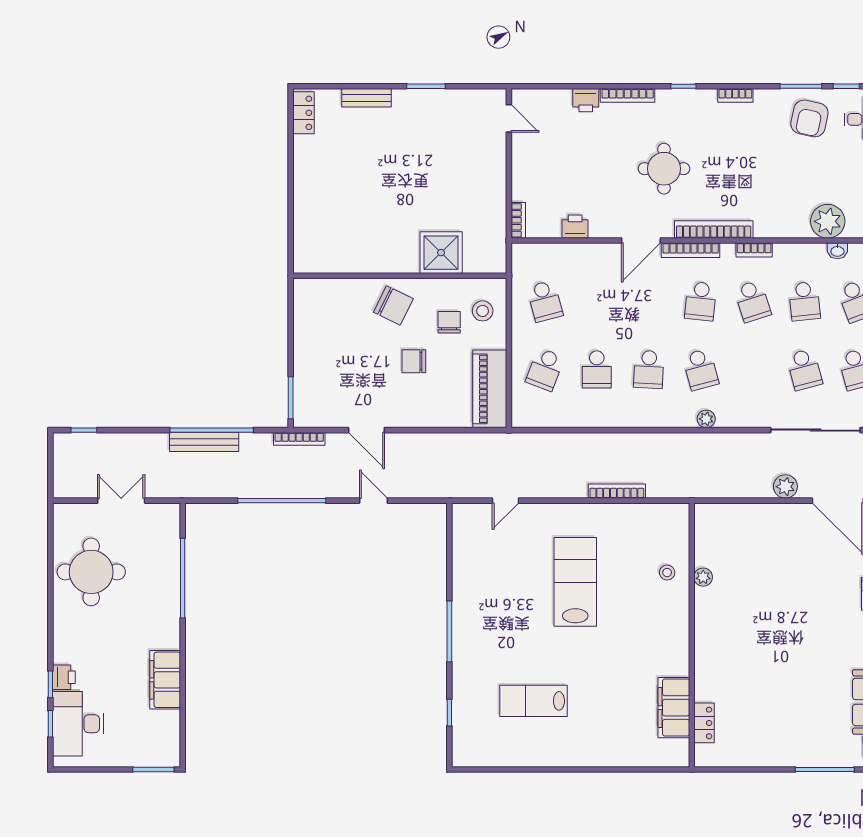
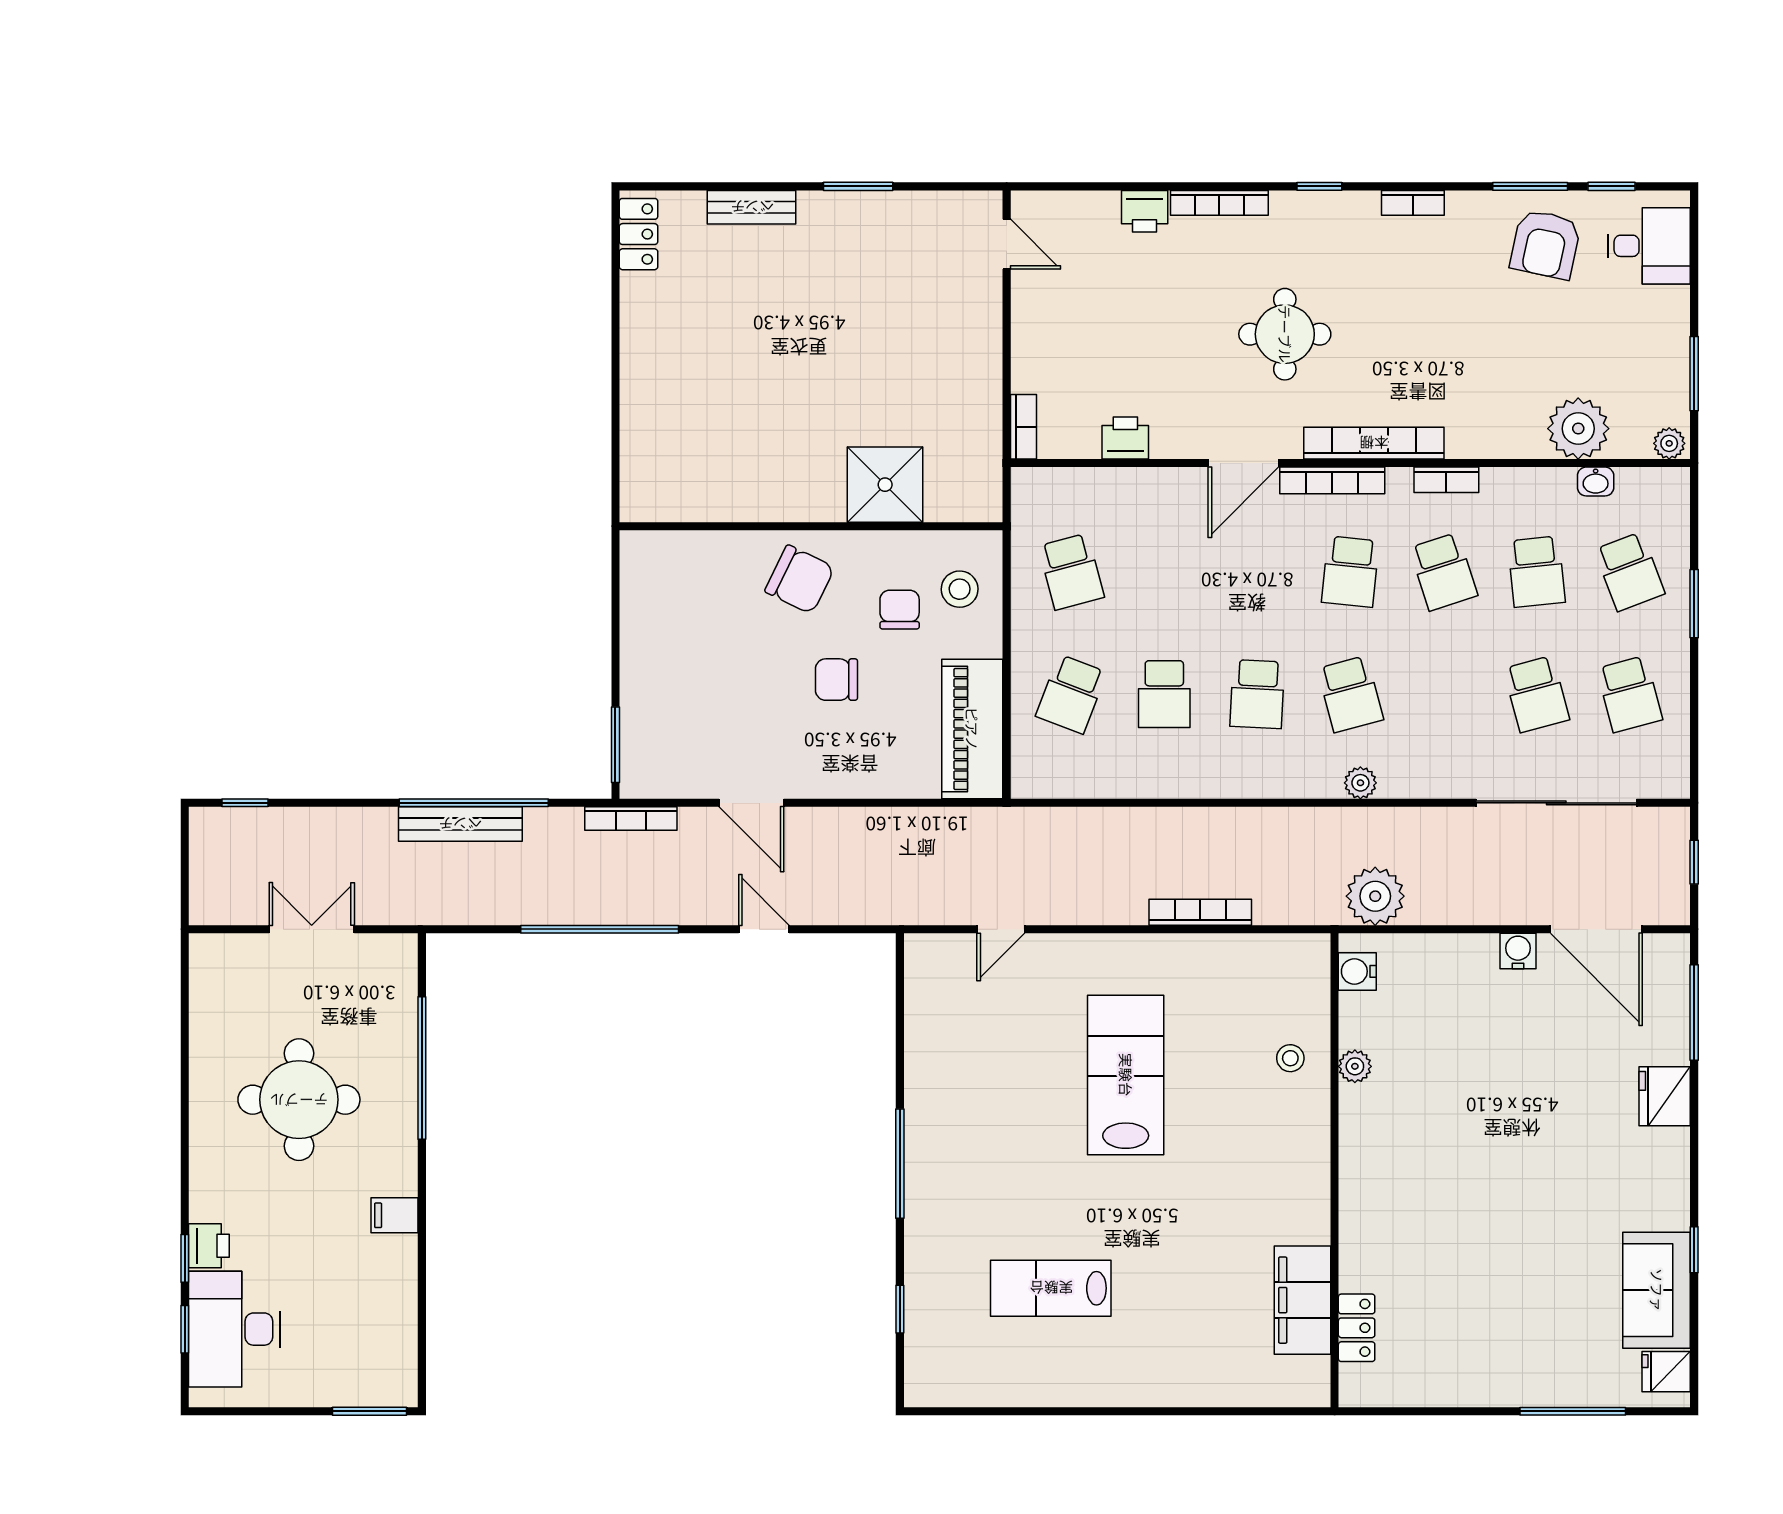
plant: (785, 487) -> (1375, 896), moved, width x1.36, depth x1.36
water cooler: (794, 513) -> (1518, 951), added
water cooler: (704, 524) -> (1357, 971), added
round table: (91, 572) -> (299, 1100), moved
filing cabinet: (165, 680) -> (394, 1215), width x0.33, depth x0.86

